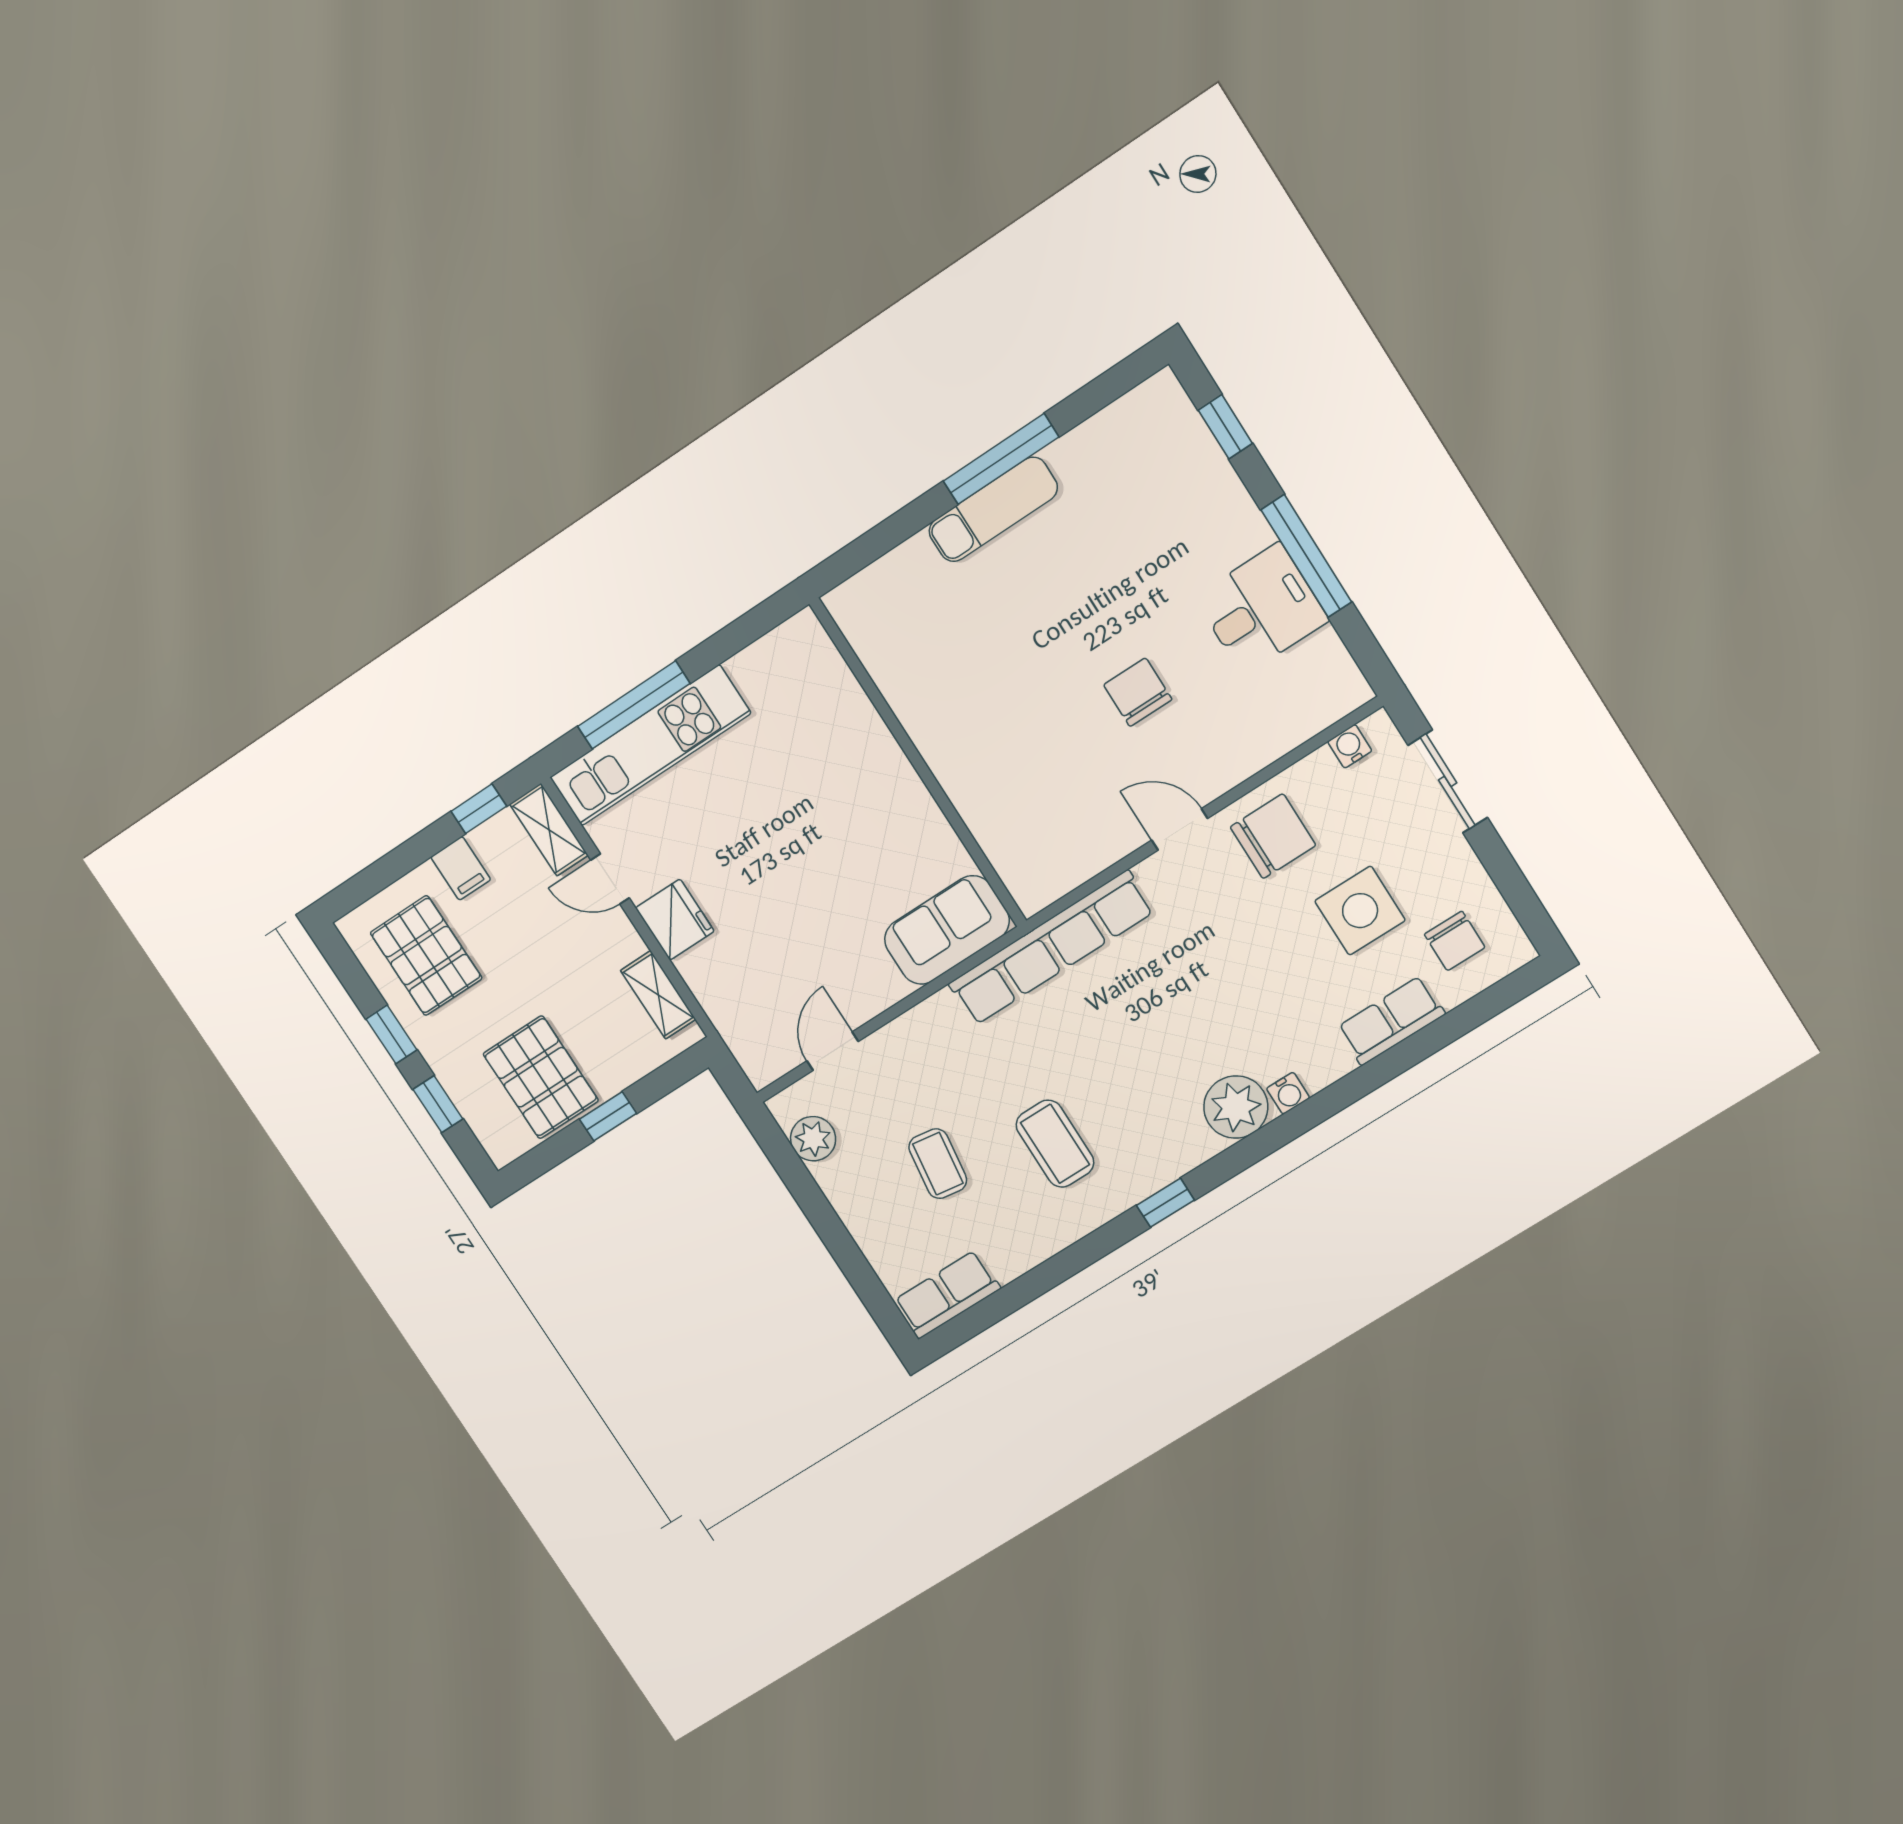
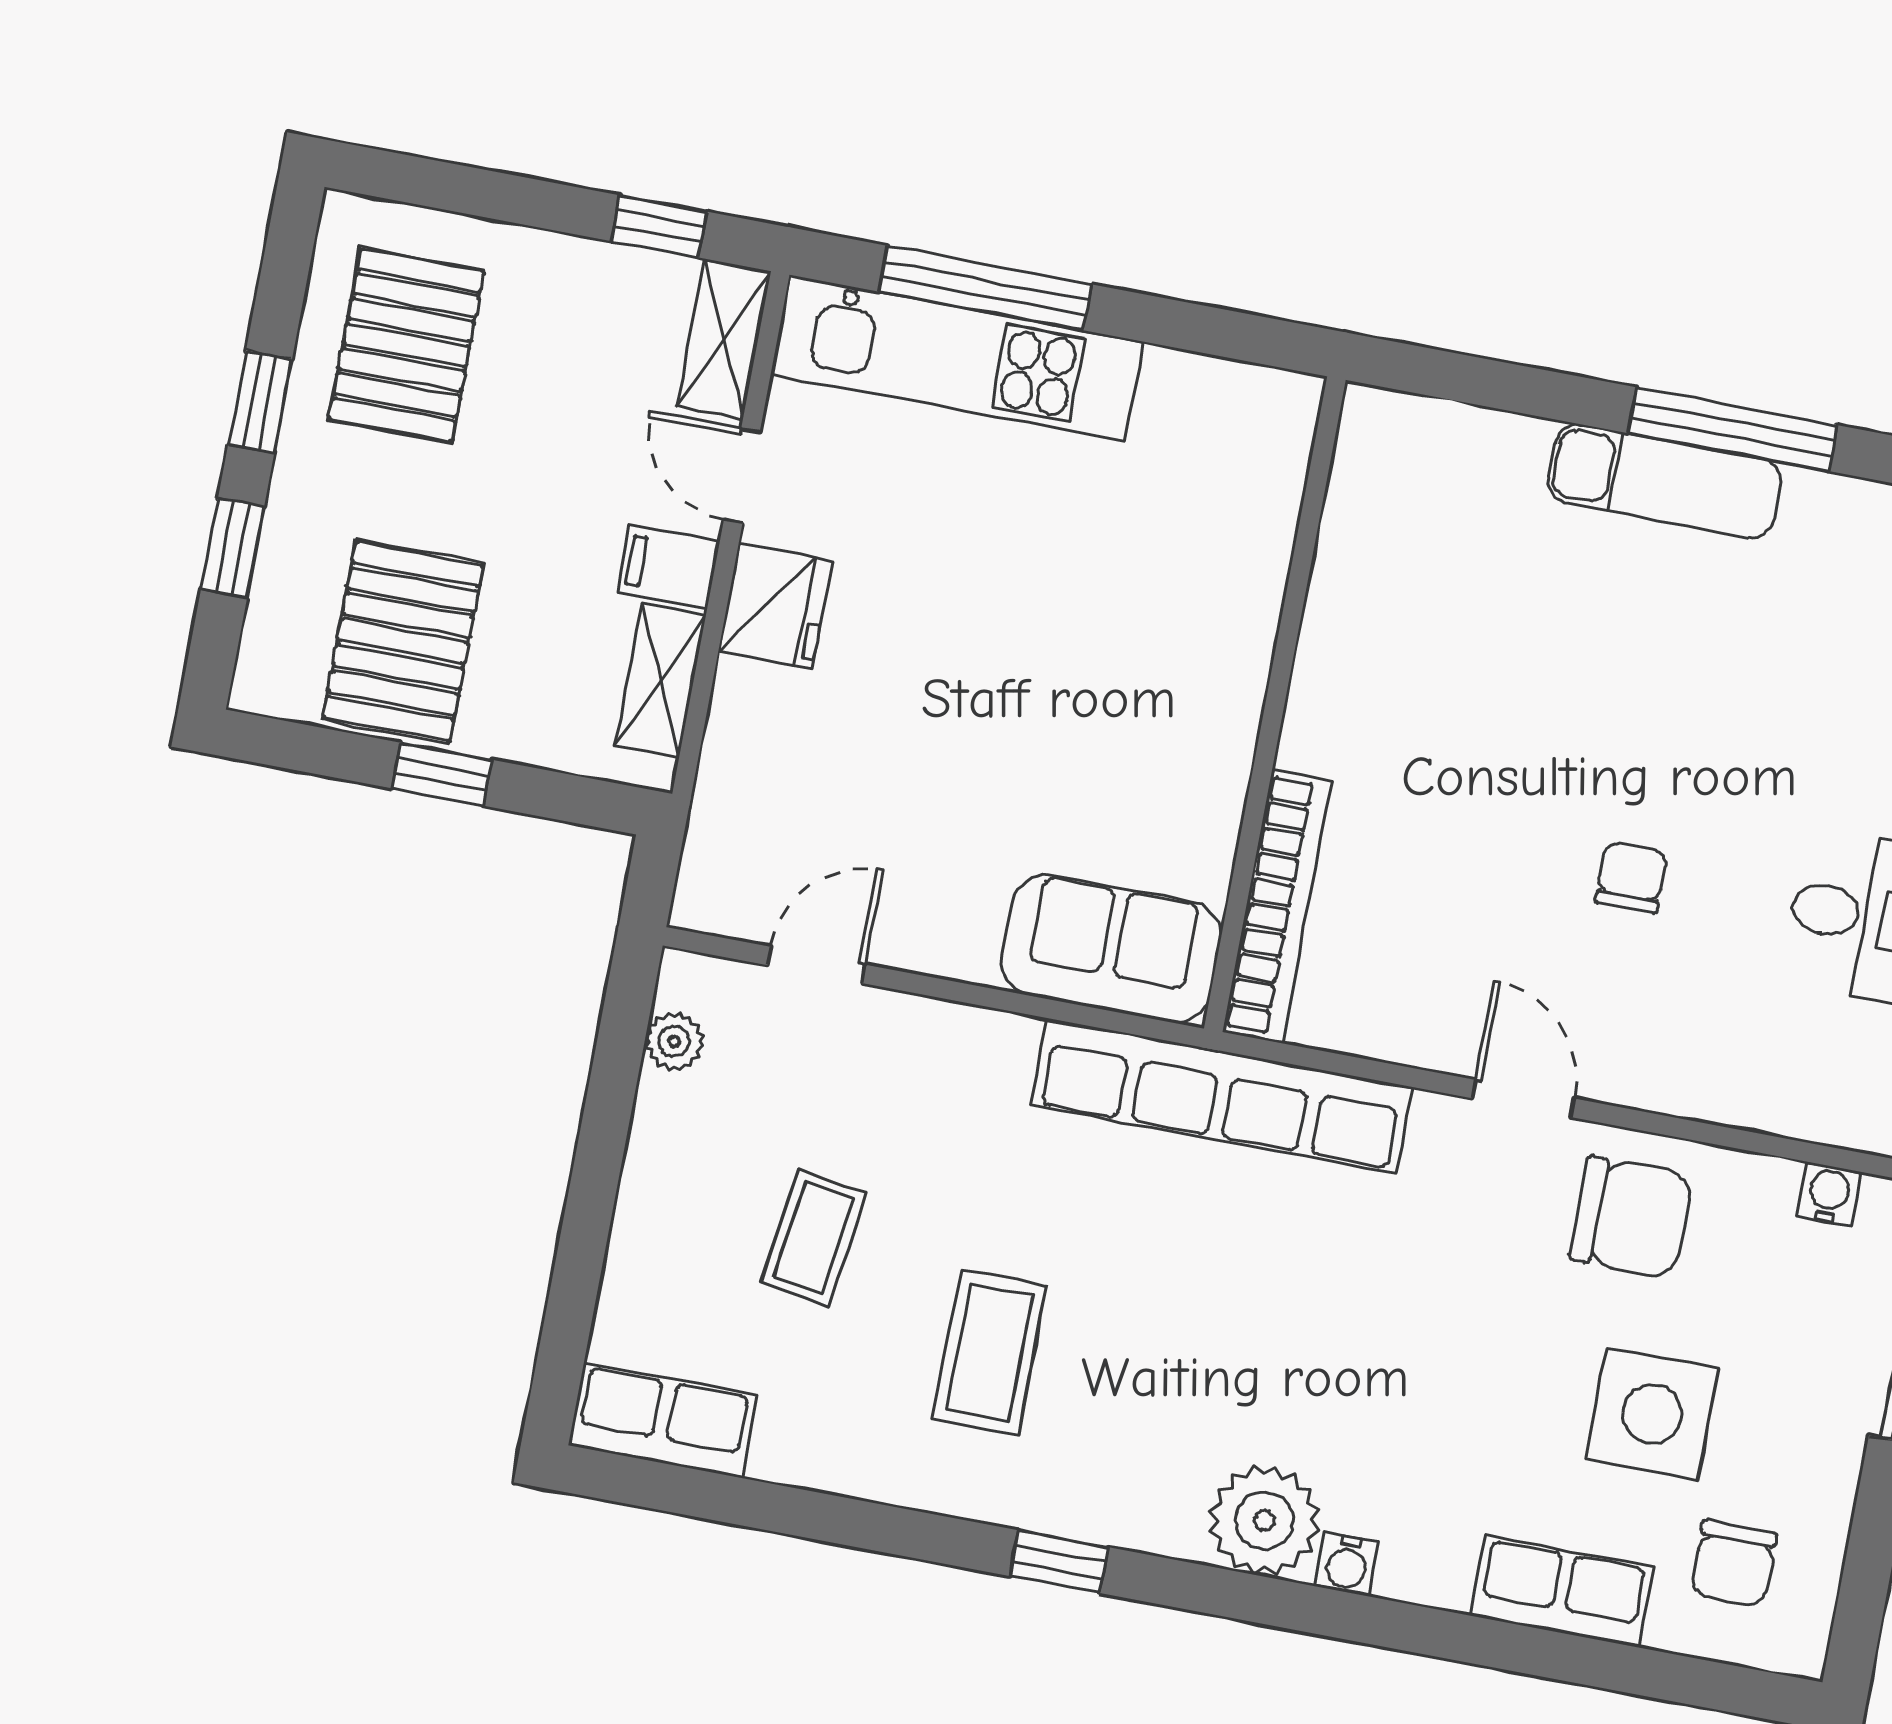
chair: (1138, 692) -> (1631, 877), width x0.73, depth x0.73
bookcase: (999, 847) -> (1277, 906), added
filing cabinet: (461, 868) -> (668, 567), moved, turned 90
plant: (813, 1139) -> (674, 1041), width x0.73, depth x0.73

